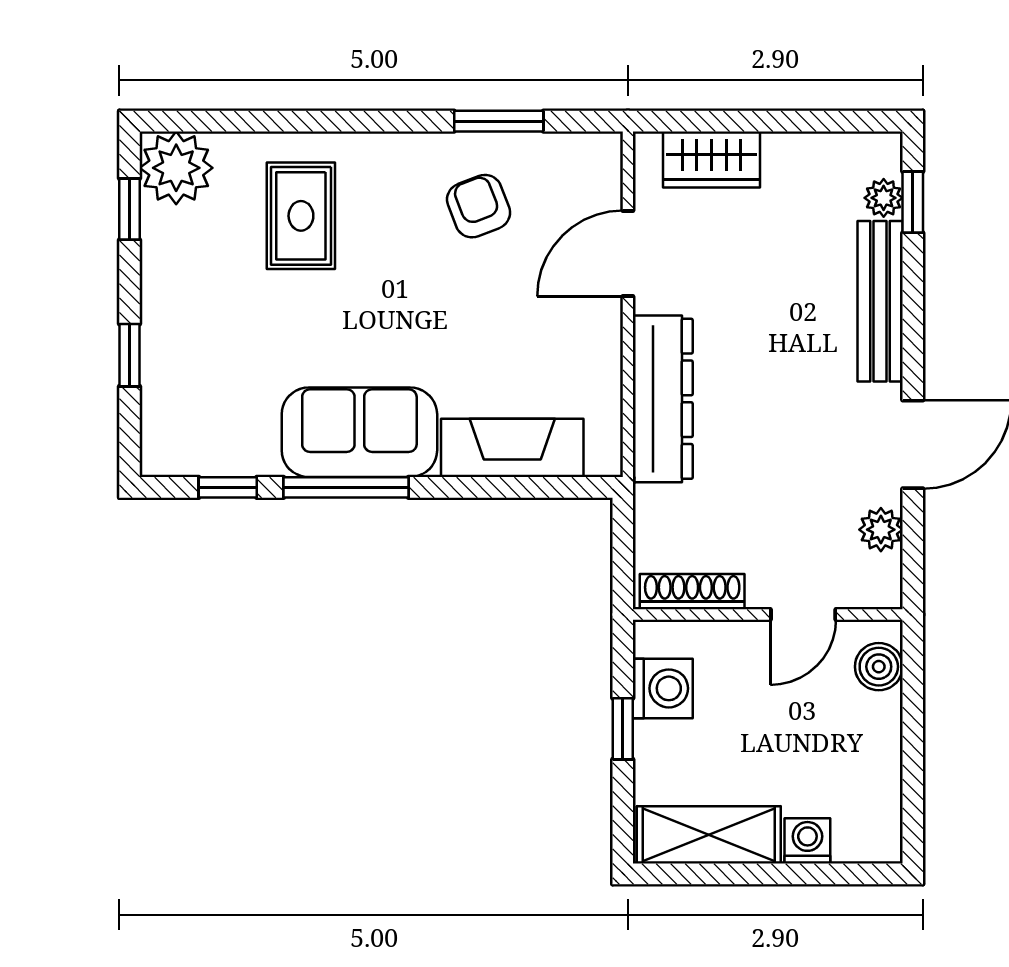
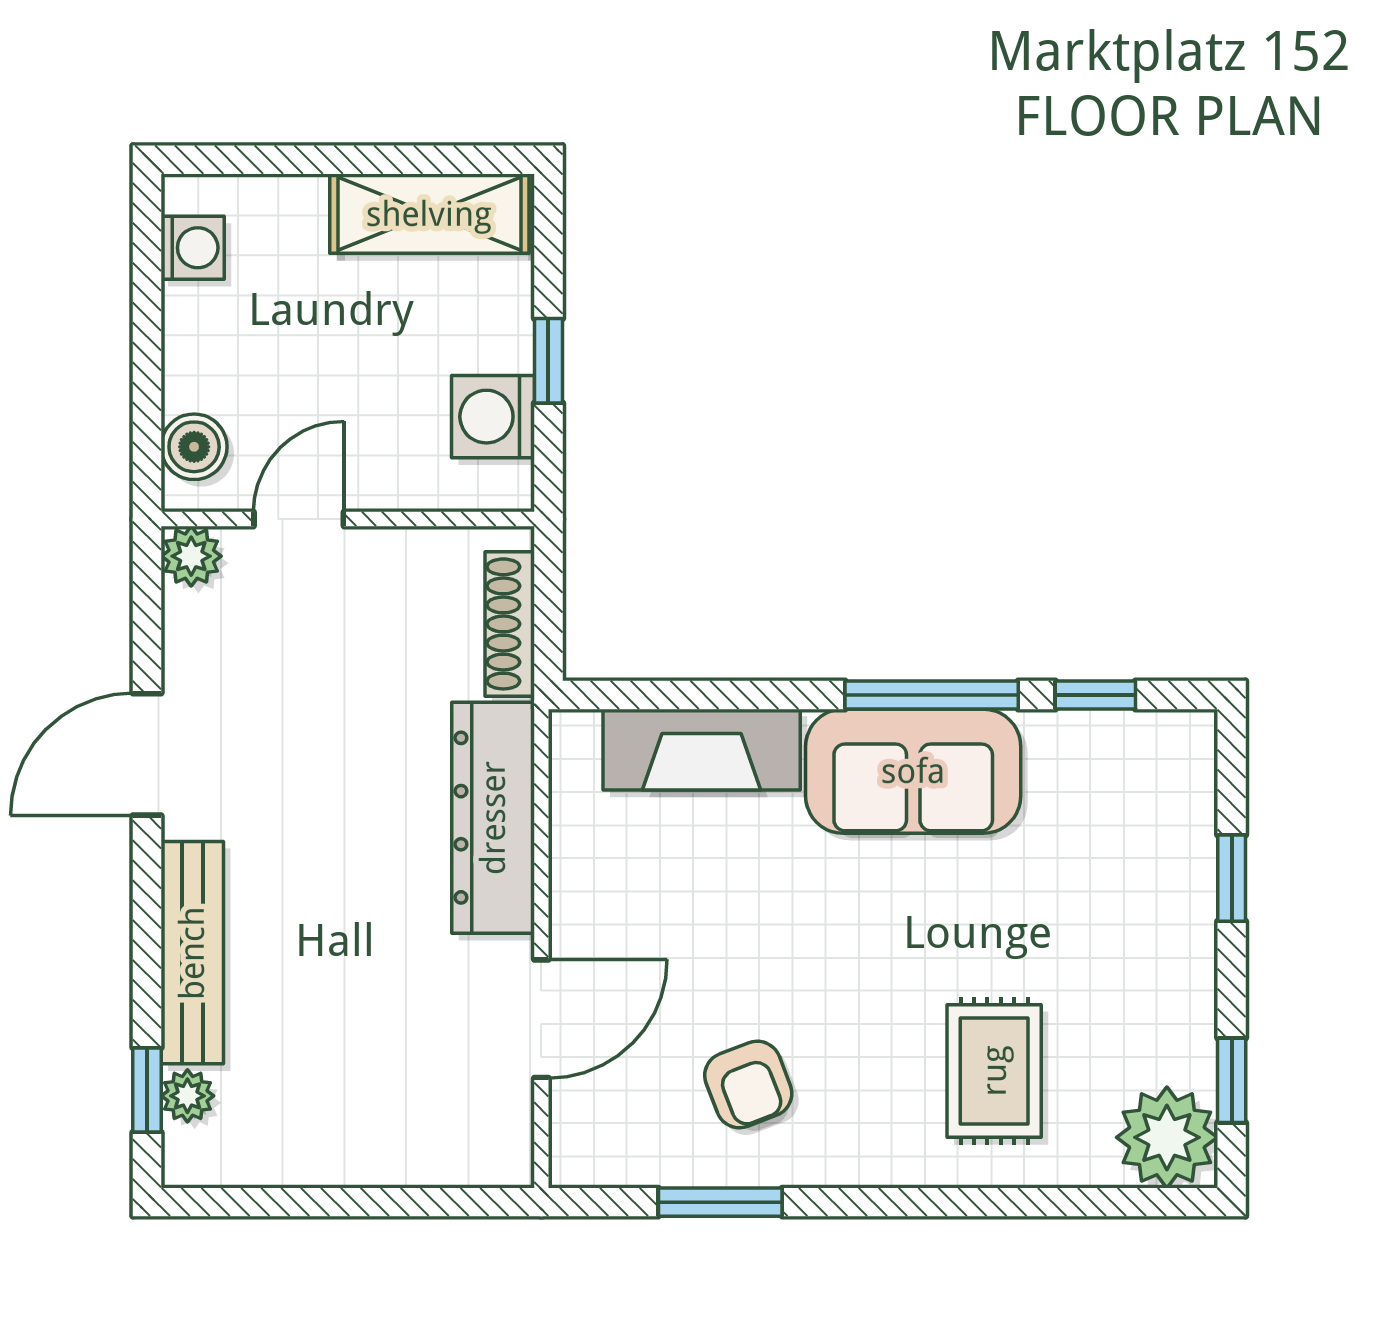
wardrobe: (711, 159) -> (426, 1149), removed
plant: (881, 530) -> (191, 556), moved
shoe rack: (692, 592) -> (510, 624), moved, turned 90
washing machine: (807, 841) -> (193, 248), moved, turned -90

